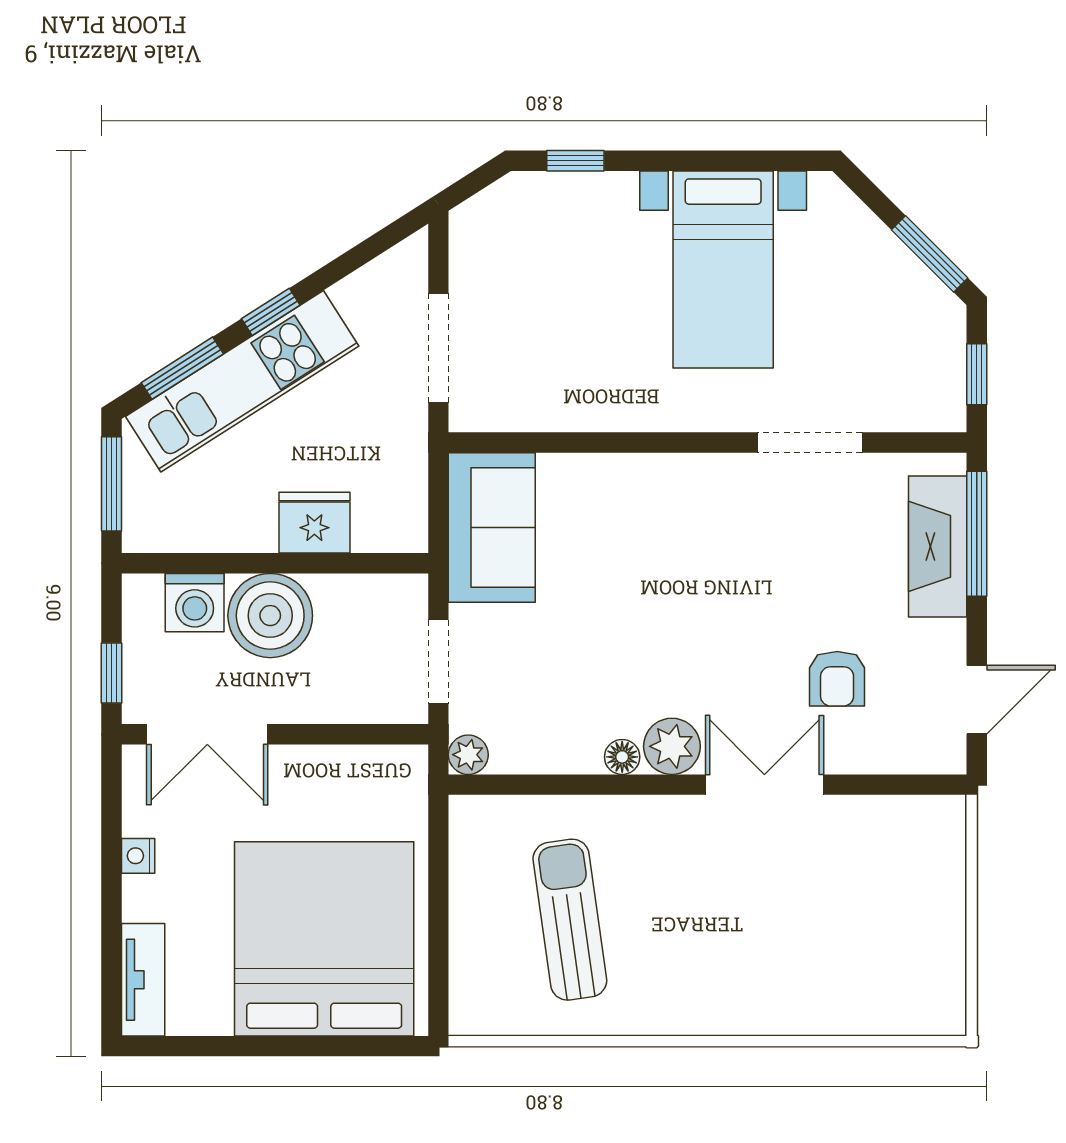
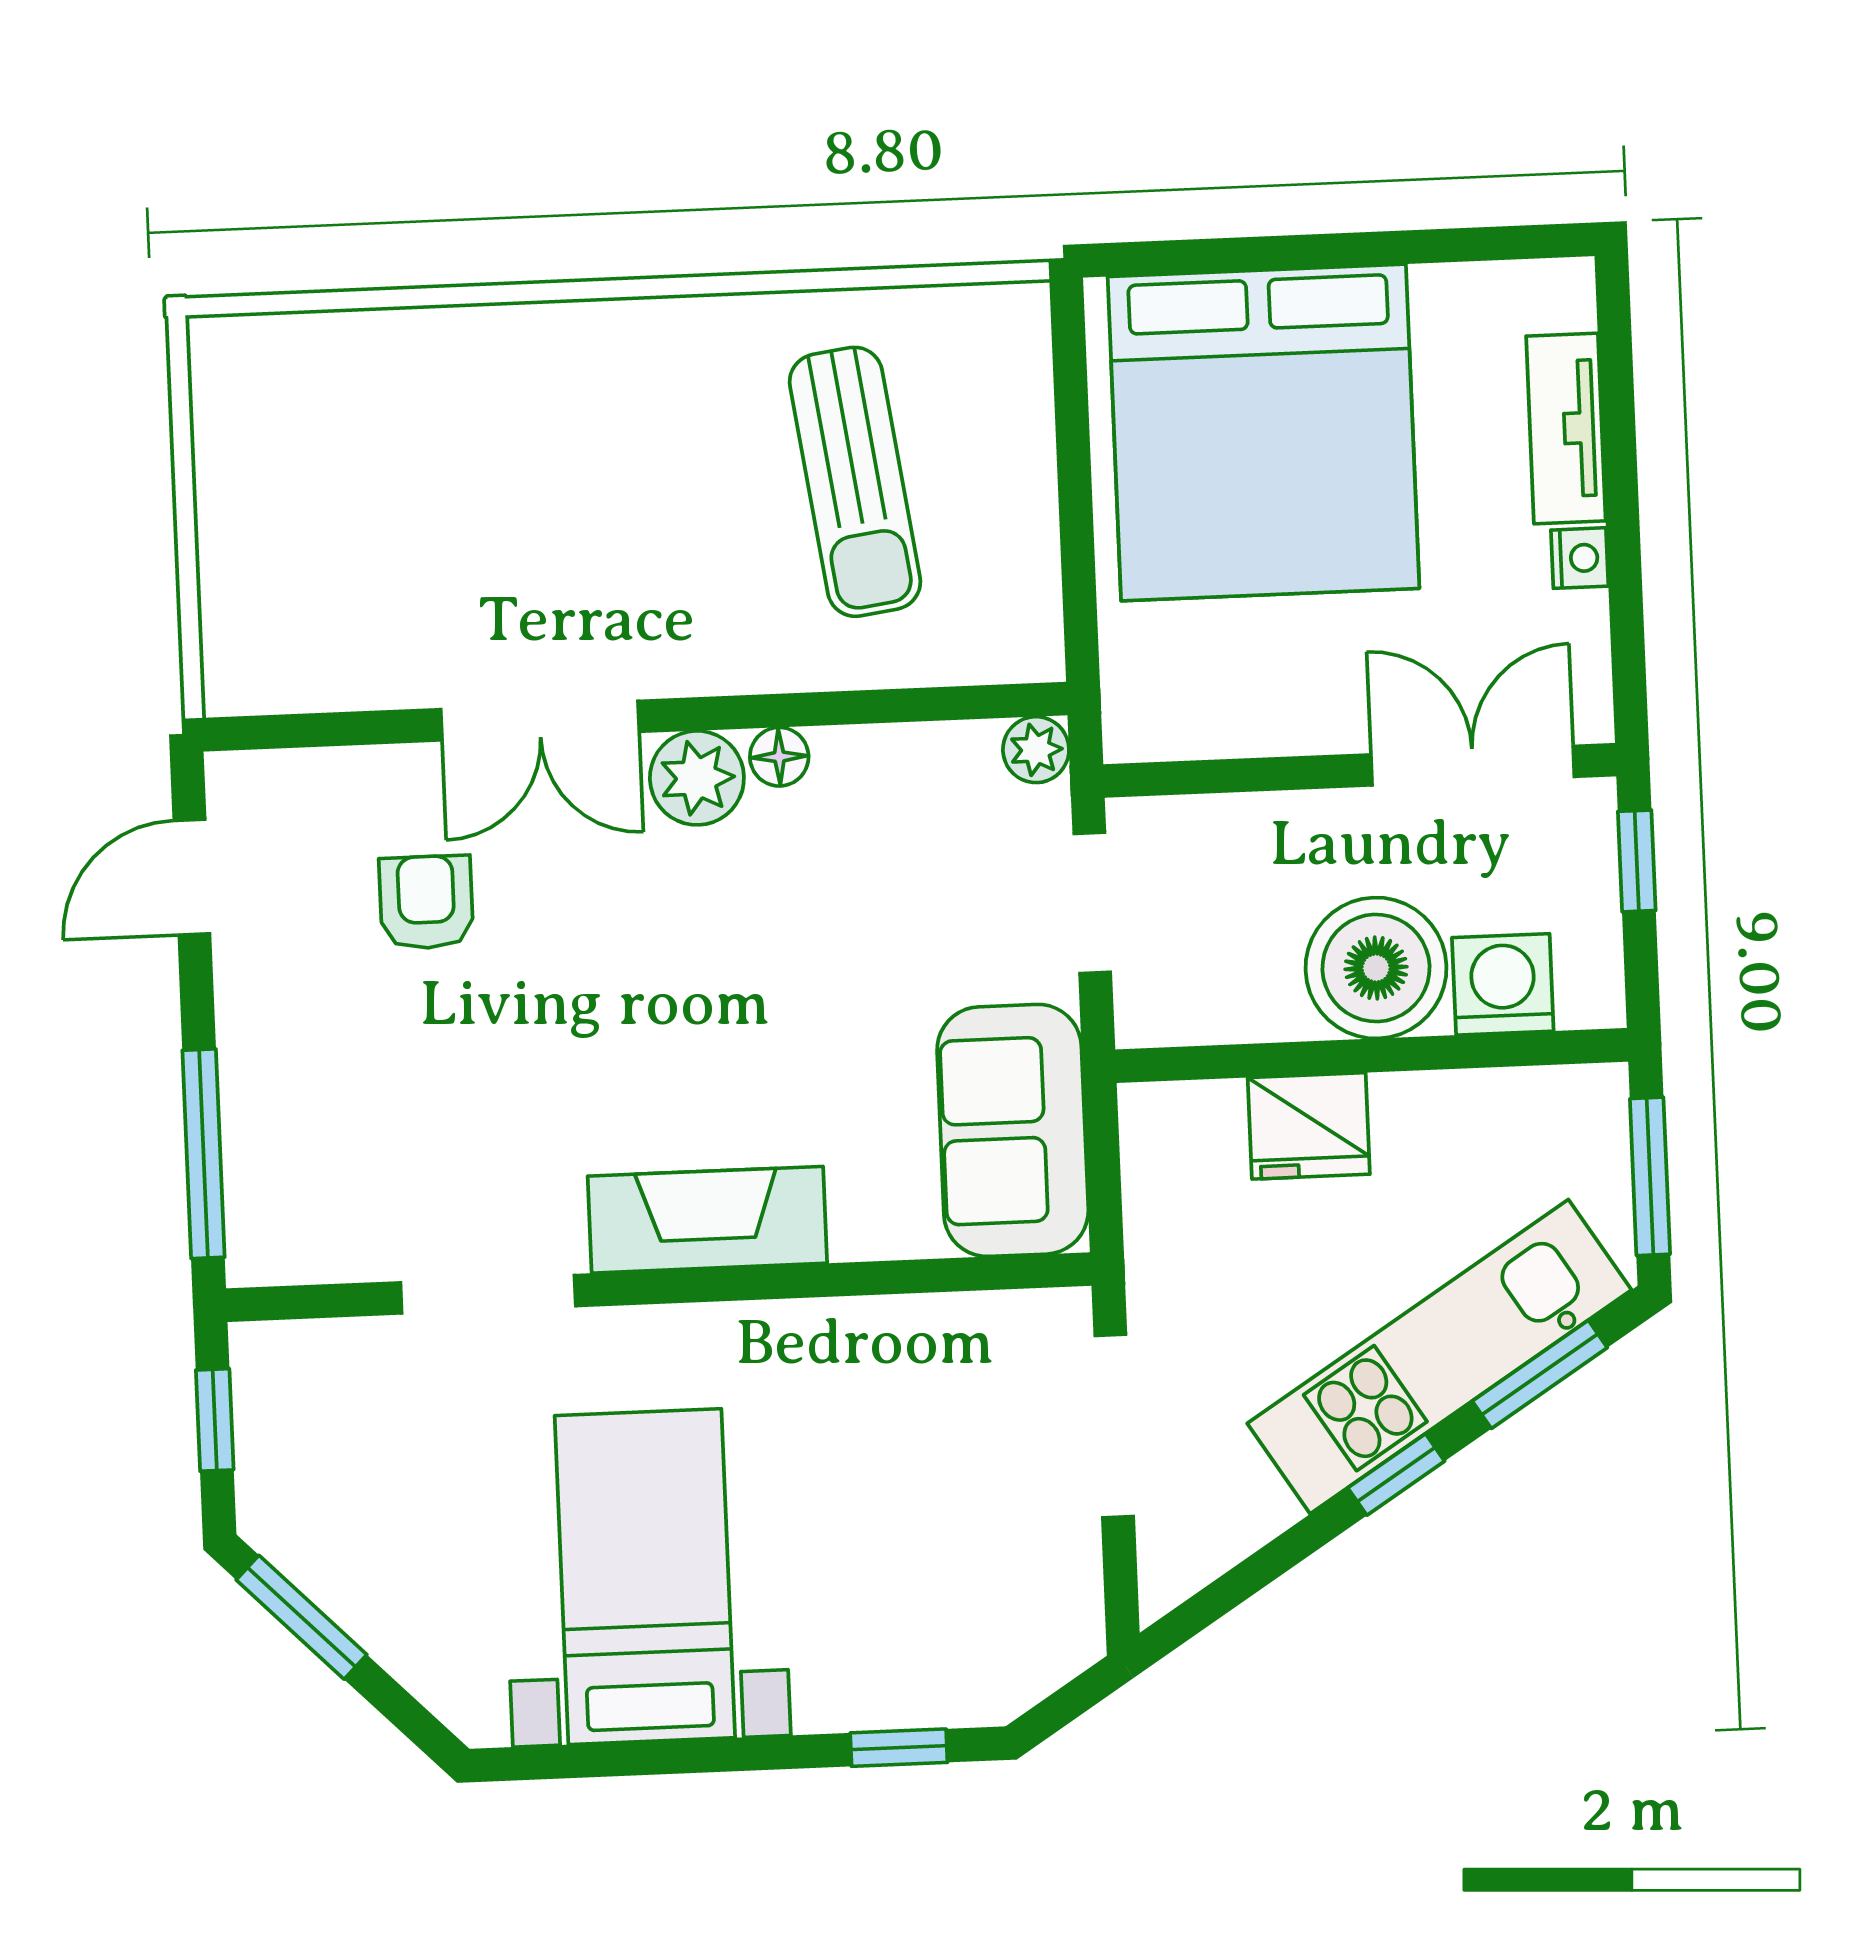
fireplace: (938, 546) -> (707, 1220), moved, turned -90
tv unit: (143, 980) -> (1566, 429), moved

